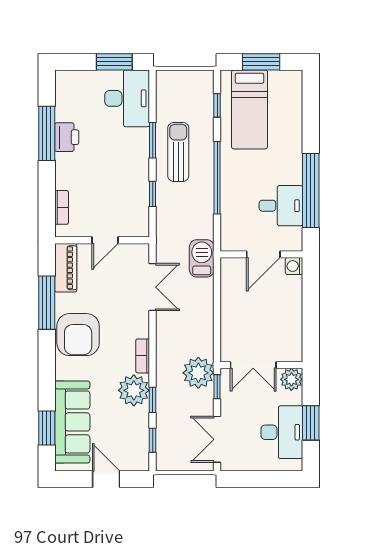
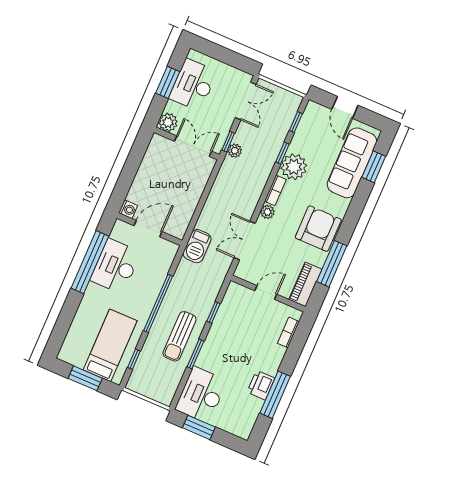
desk: (281, 206) -> (116, 266), width x1.37
plant: (141, 329) -> (267, 212), added
plant: (198, 373) -> (235, 151), width x0.53, depth x0.53

